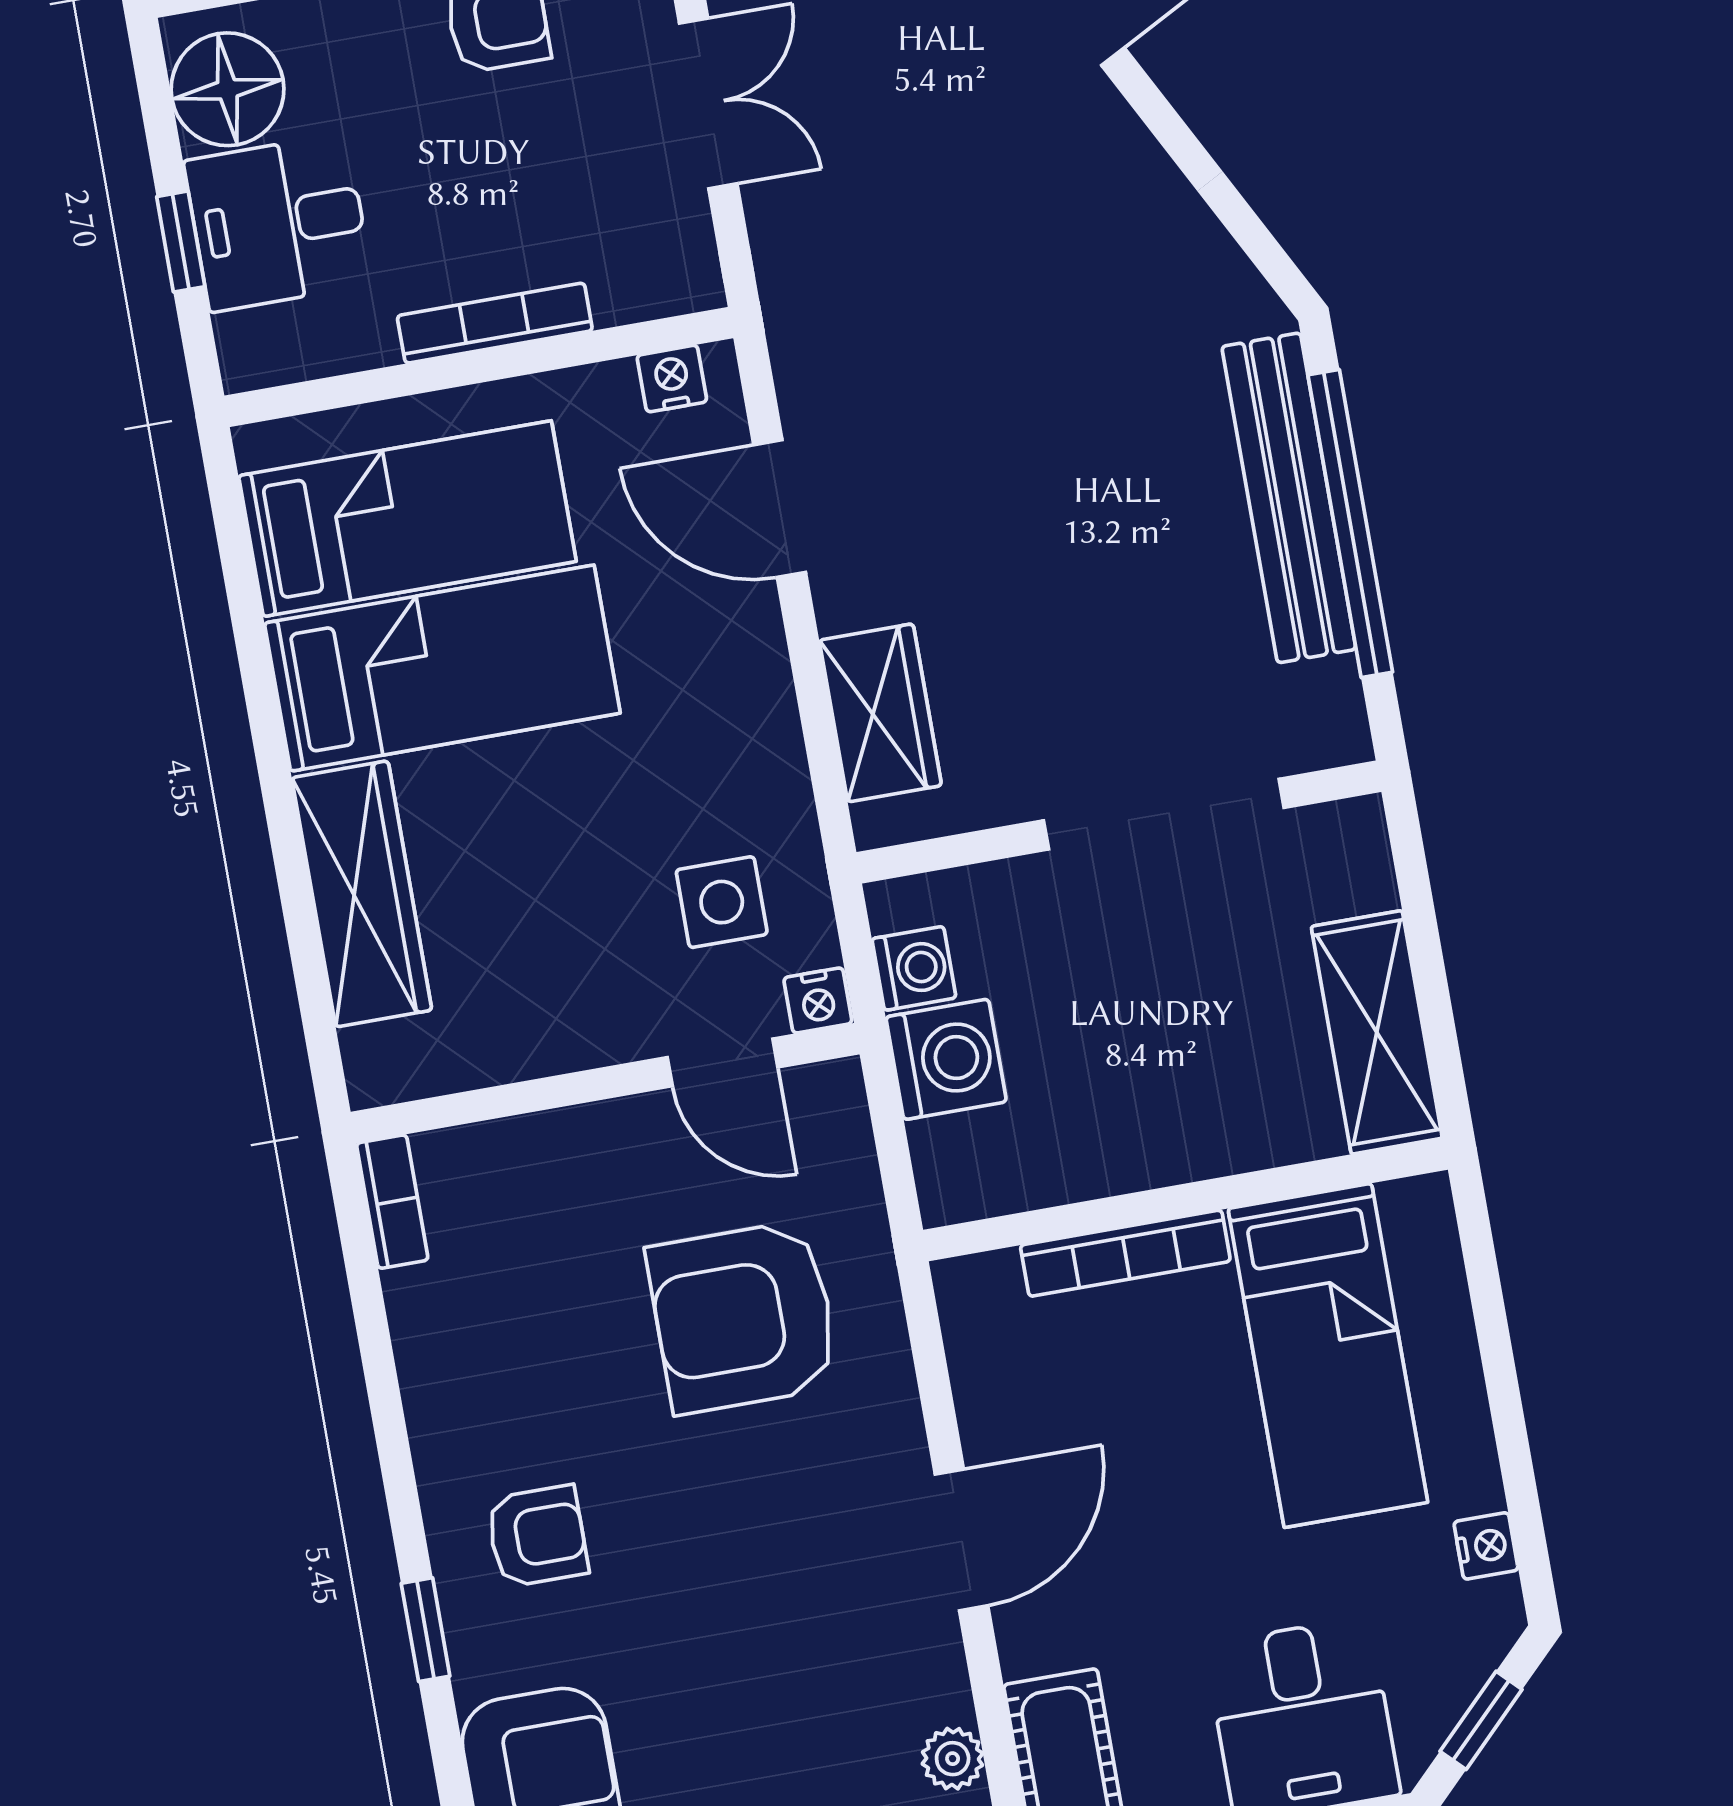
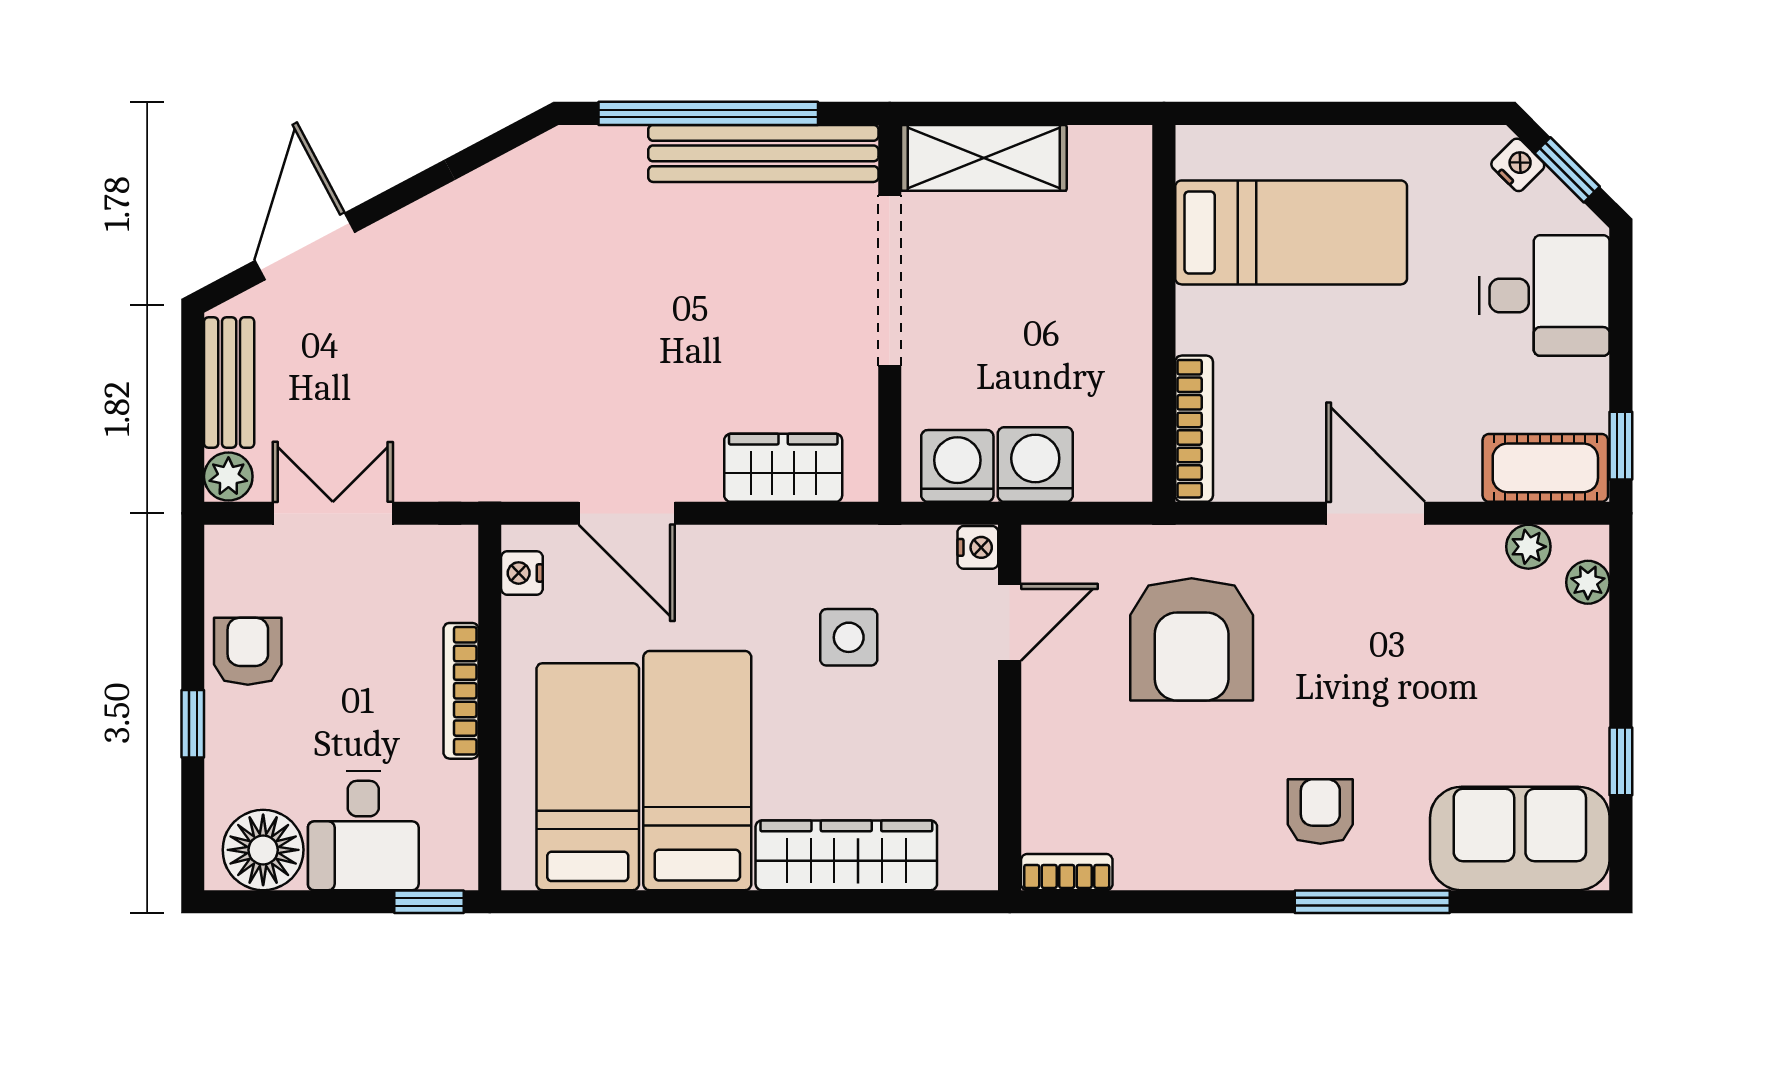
window: (181, 242) -> (429, 902), moved
bench: (1289, 498) -> (763, 153), moved
door: (780, 509) -> (627, 513), hinge flipped
side table: (722, 902) -> (849, 637), moved
washing machine: (914, 968) -> (957, 466), width x1.38, depth x1.38
shelving: (1377, 1032) -> (984, 158), moved
bookcase: (1125, 1253) -> (1194, 429), moved
nightstand: (1486, 1546) -> (1518, 165), moved, turned 45
window: (426, 1630) -> (1372, 902), width x2.17

